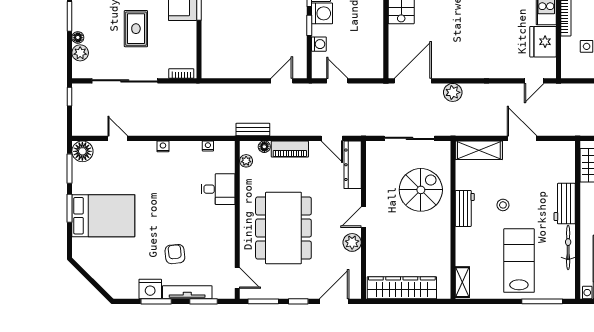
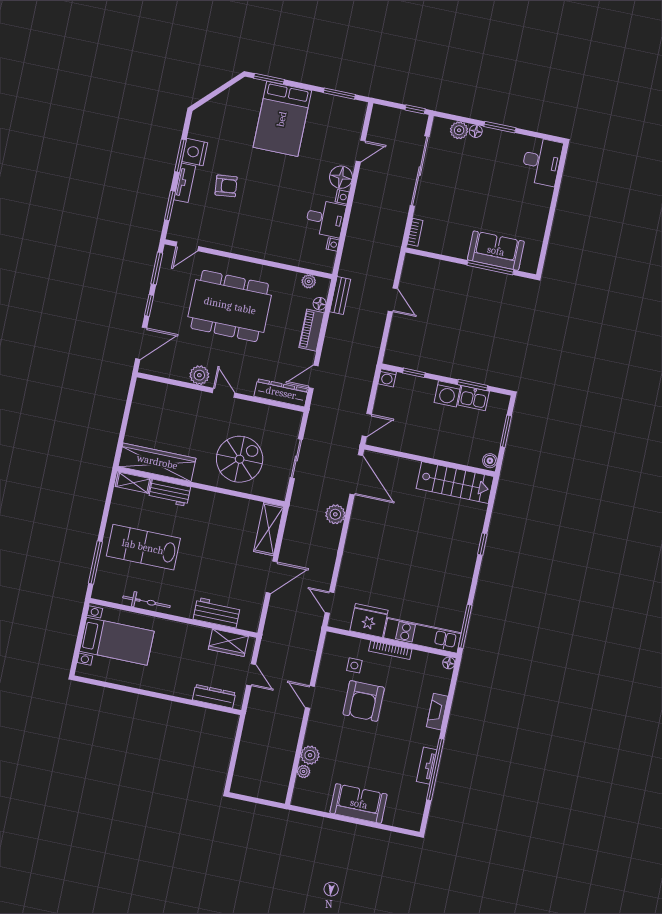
window: (309, 25) -> (414, 373), moved
rug: (136, 29) -> (472, 194), removed
washing machine: (319, 44) -> (387, 378), moved
door: (282, 81) -> (393, 300), moved
door: (337, 81) -> (367, 425), moved
sliding door: (409, 138) -> (296, 459), width x0.73
floor lamp: (82, 151) -> (341, 177), moved
desk: (218, 189) -> (325, 218), moved, turned -90
spiral stairs: (421, 190) -> (240, 459), turned -90
workbench: (565, 204) -> (217, 613), moved
stool: (503, 205) -> (206, 542), removed
window: (70, 208) -> (269, 79), moved
workbench: (465, 208) -> (170, 493), moved
lab bench: (519, 261) -> (143, 547), turned 180
wardrobe: (402, 288) -> (157, 462), moved, turned -90
tv unit: (187, 292) -> (185, 183), width x0.71
door: (334, 301) -> (141, 343), hinge flipped

